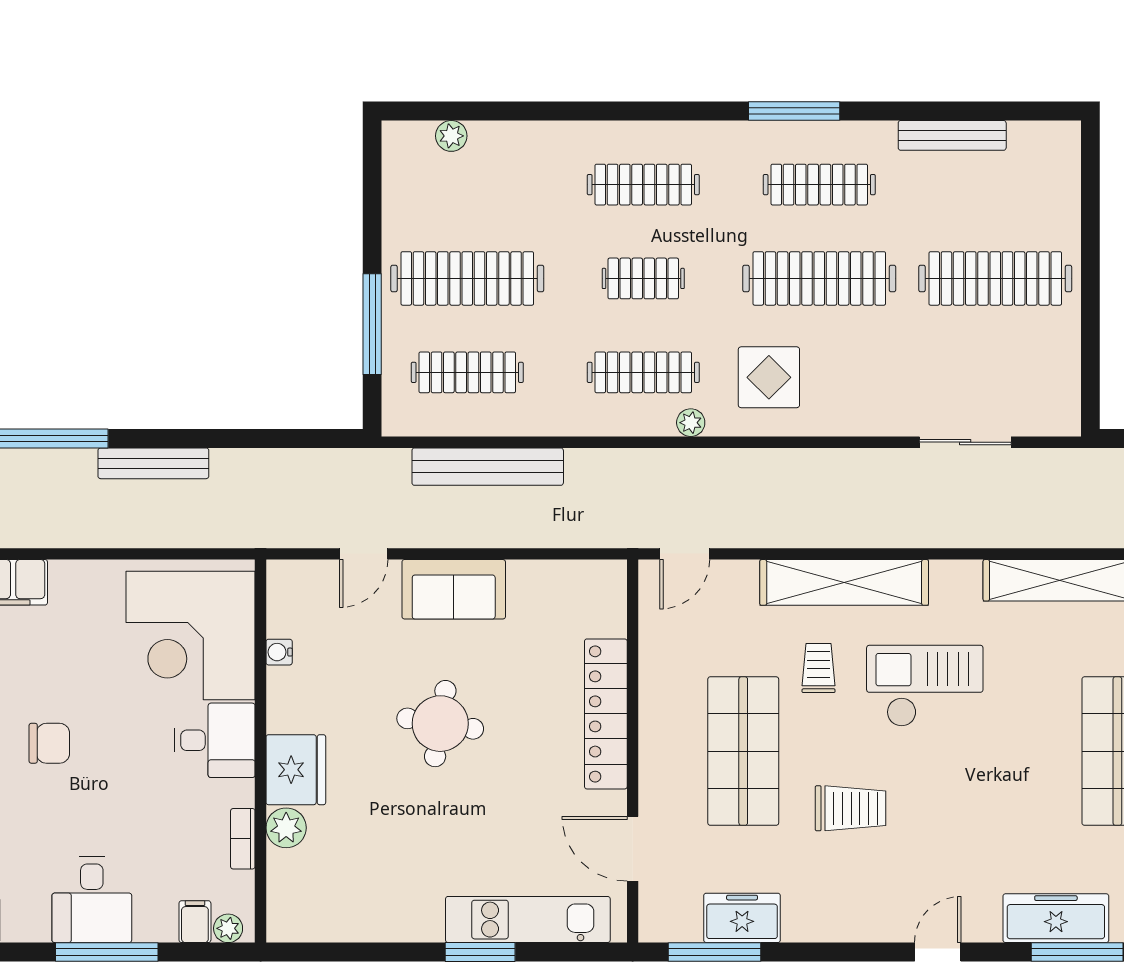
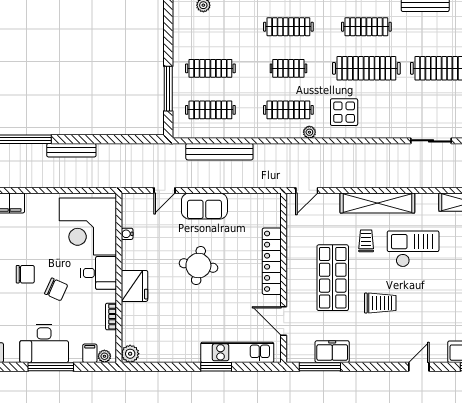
clothes rail: (467, 278) -> (210, 68), width x0.73, depth x0.76
chair: (119, 777) -> (56, 289), added
plant: (286, 828) -> (130, 354), moved
desk: (92, 900) -> (44, 344), width x1.37

